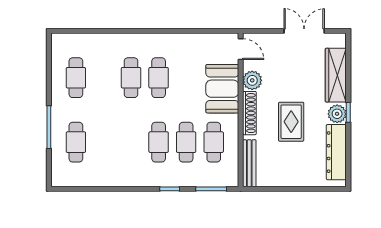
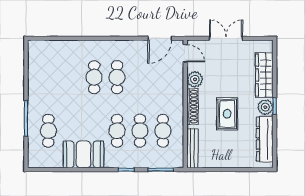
door: (210, 31) -> (160, 38), added
double door: (304, 31) -> (226, 38), moved
cafe table: (76, 78) -> (48, 77), removed
booth: (222, 89) -> (84, 154), moved, turned 90

